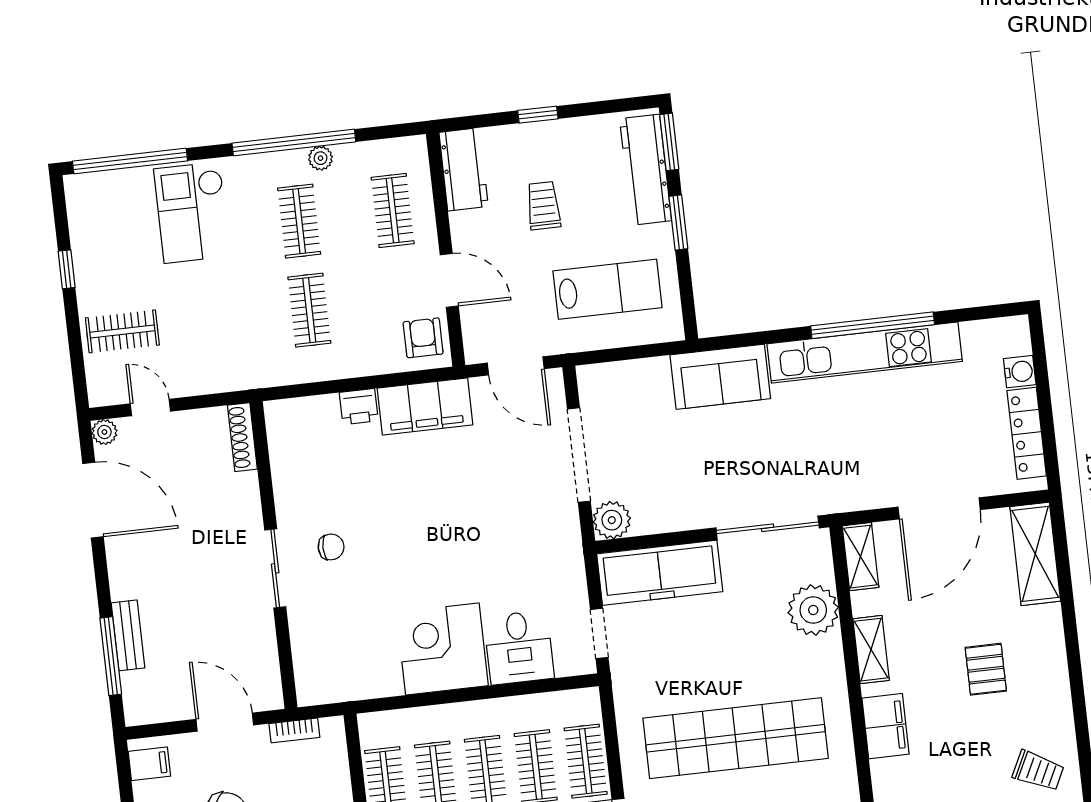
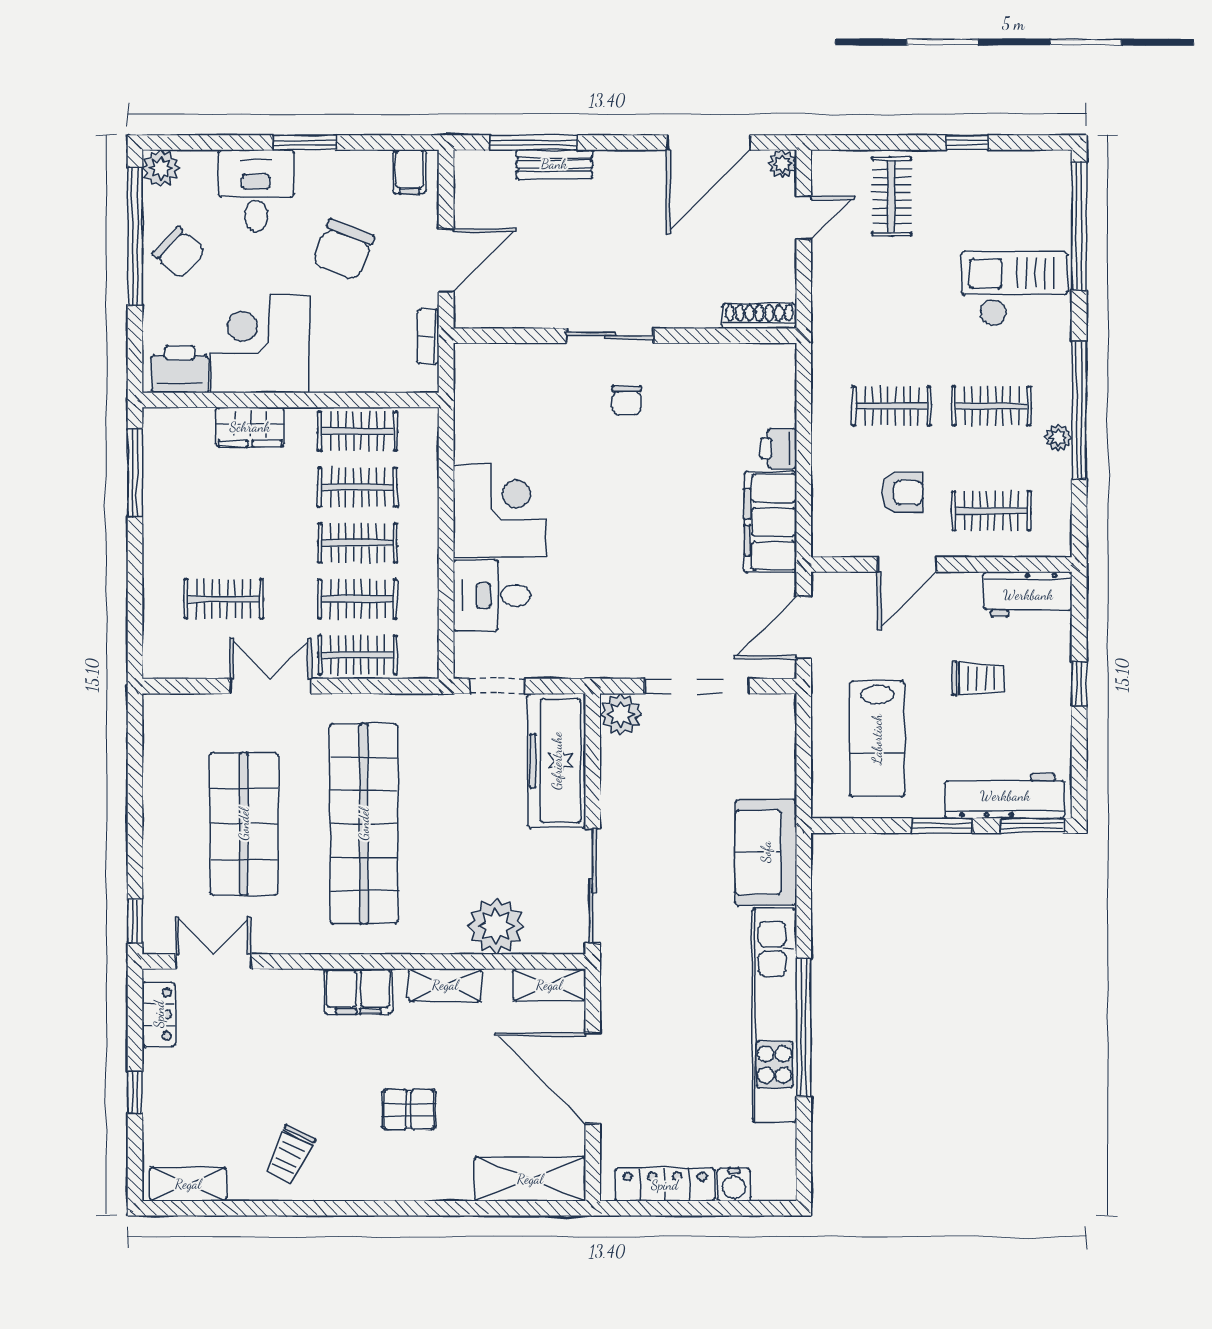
armchair: (423, 338) -> (902, 493), moved

